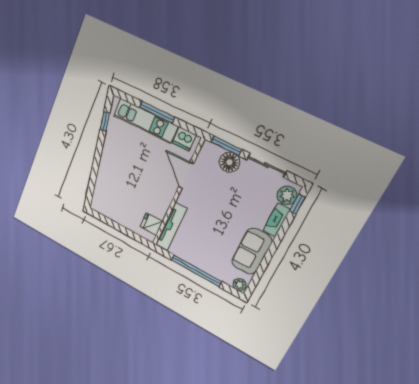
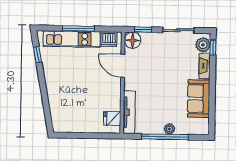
window: (226, 146) -> (143, 30), width x0.67
floor lamp: (229, 162) -> (133, 40), moved
plant: (239, 285) -> (169, 129), moved

